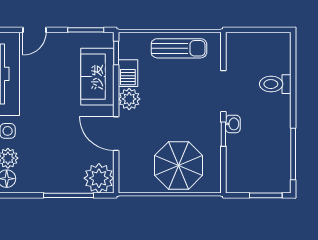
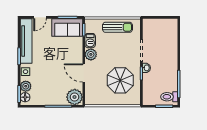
sofa: (97, 77) -> (67, 27), moved, turned -90
toilet: (275, 84) -> (169, 97), moved
parasol: (179, 165) -> (120, 80), moved

